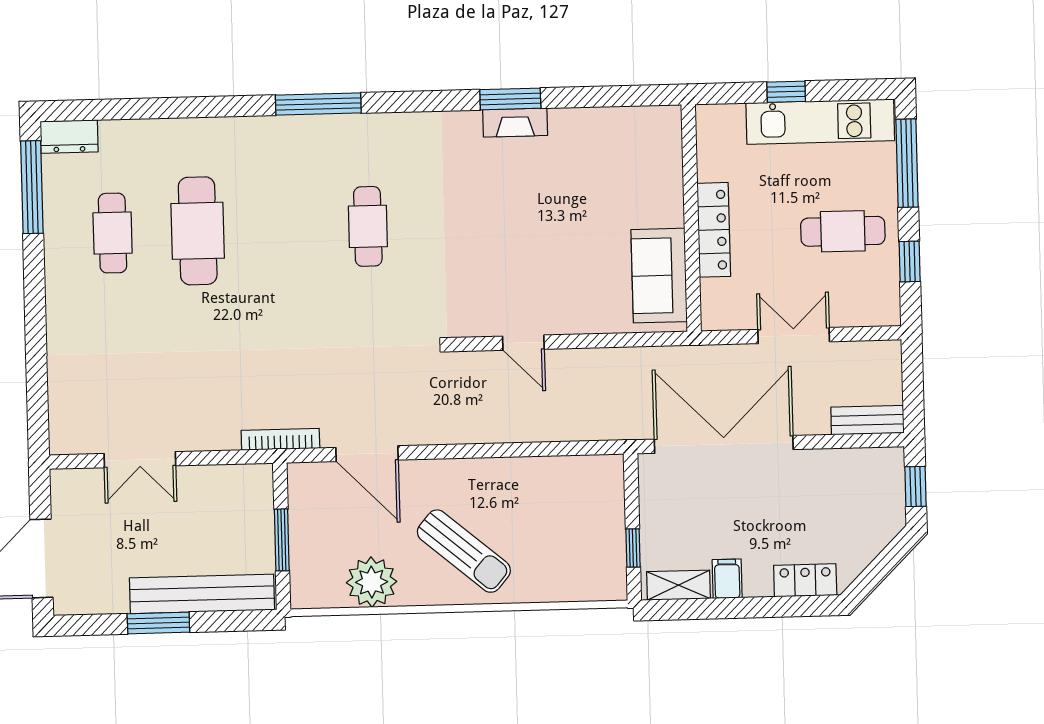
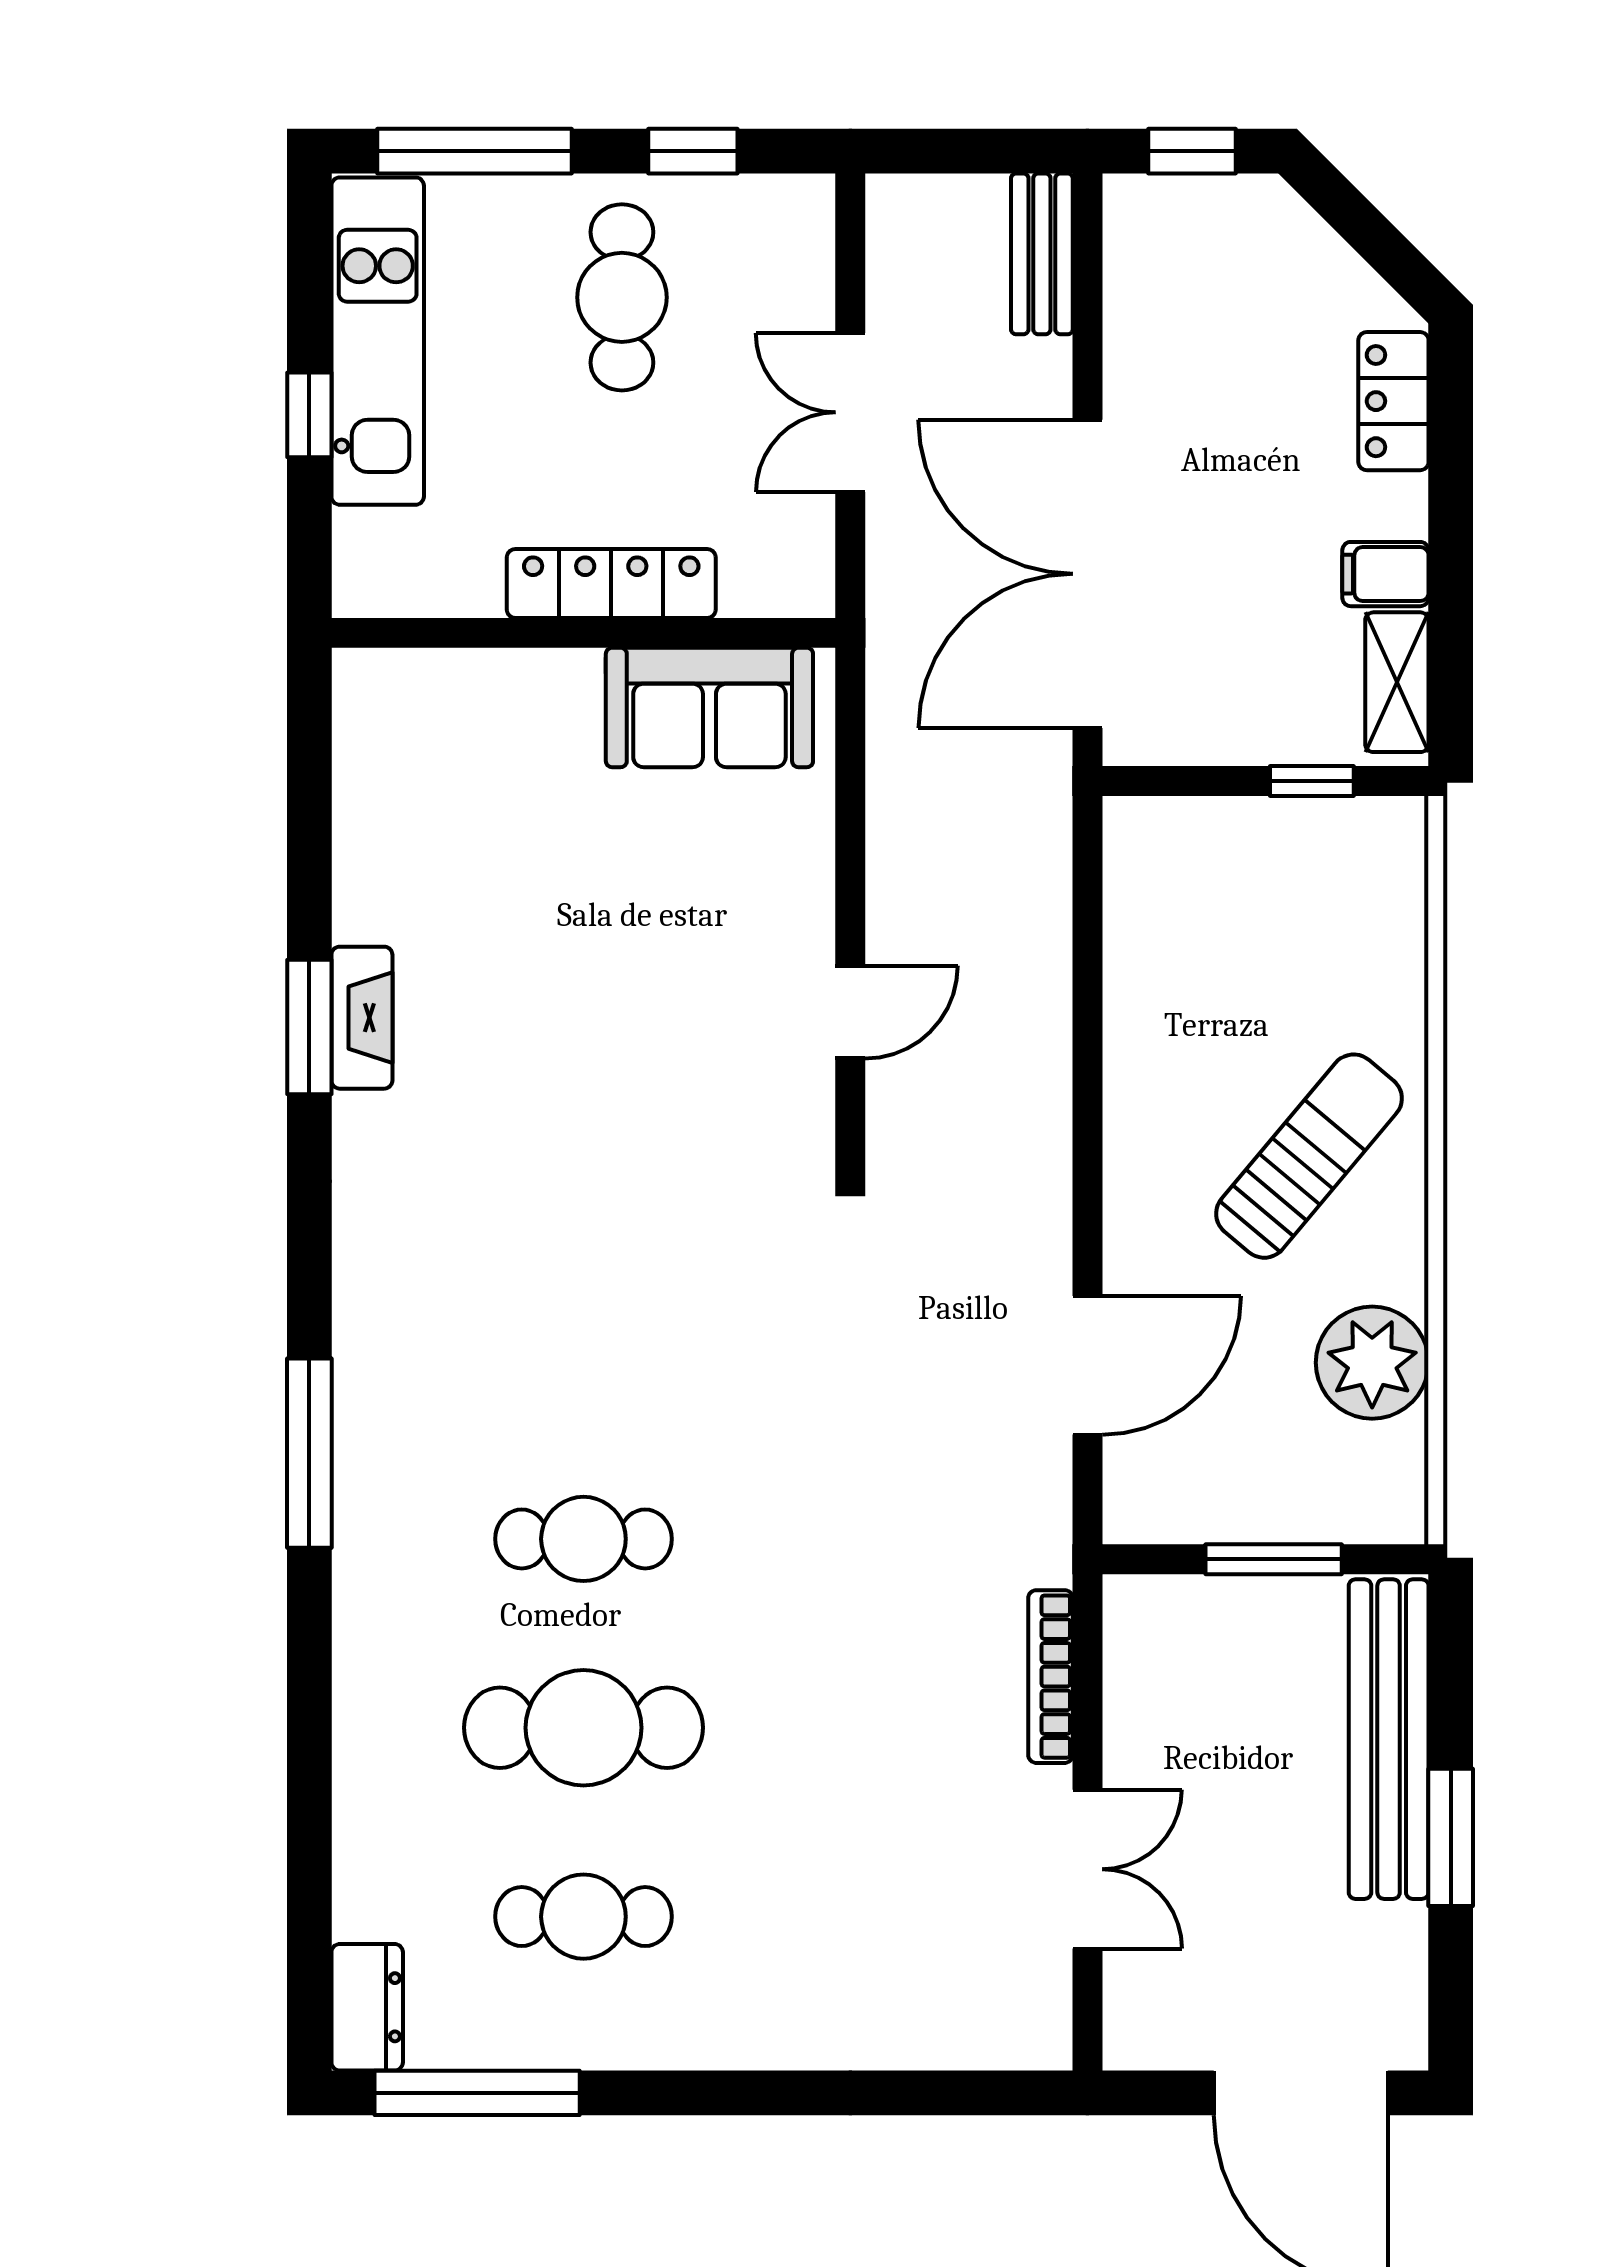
cafe table: (368, 226) -> (583, 1539), moved
bookcase: (280, 439) -> (1050, 1677), moved

